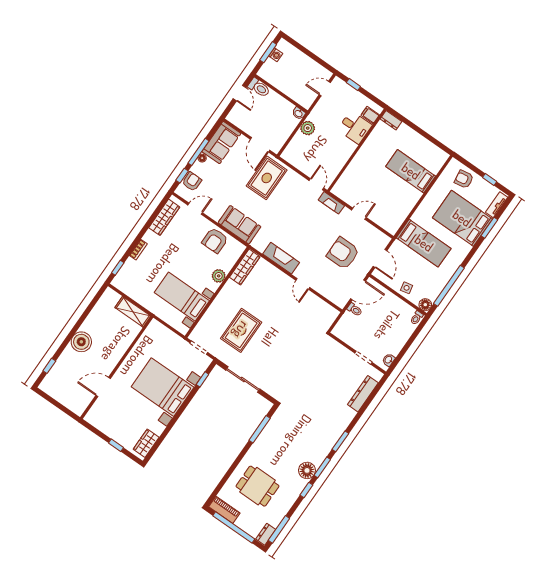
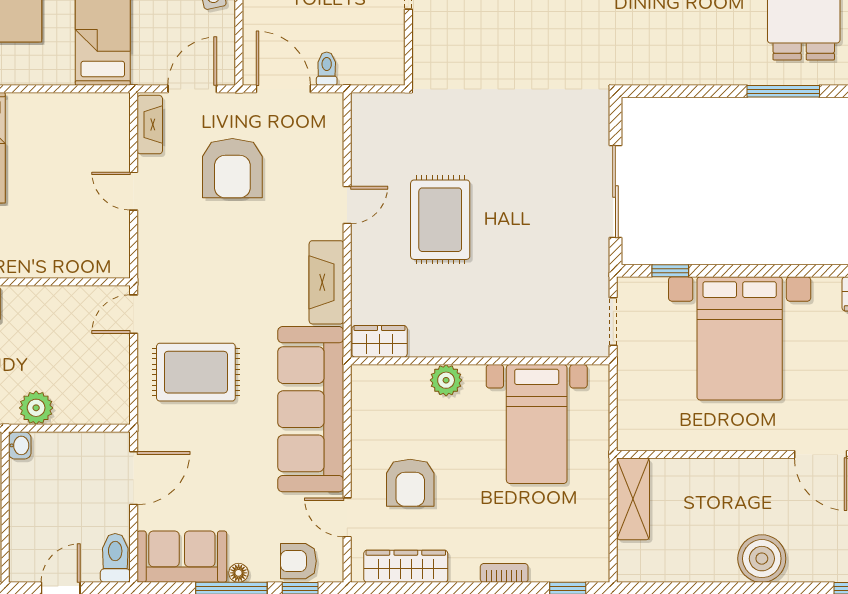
toilet: (259, 88) -> (115, 558), moved
rug: (267, 178) -> (196, 372), moved
fireplace: (331, 203) -> (150, 125), moved
sofa: (240, 225) -> (311, 409), width x1.85, depth x1.27
armchair: (215, 240) -> (410, 483), moved, turned 90
wardrobe: (245, 267) -> (380, 341), width x0.67
rug: (241, 330) -> (440, 220), moved, turned 90
window: (260, 429) -> (783, 91), moved

